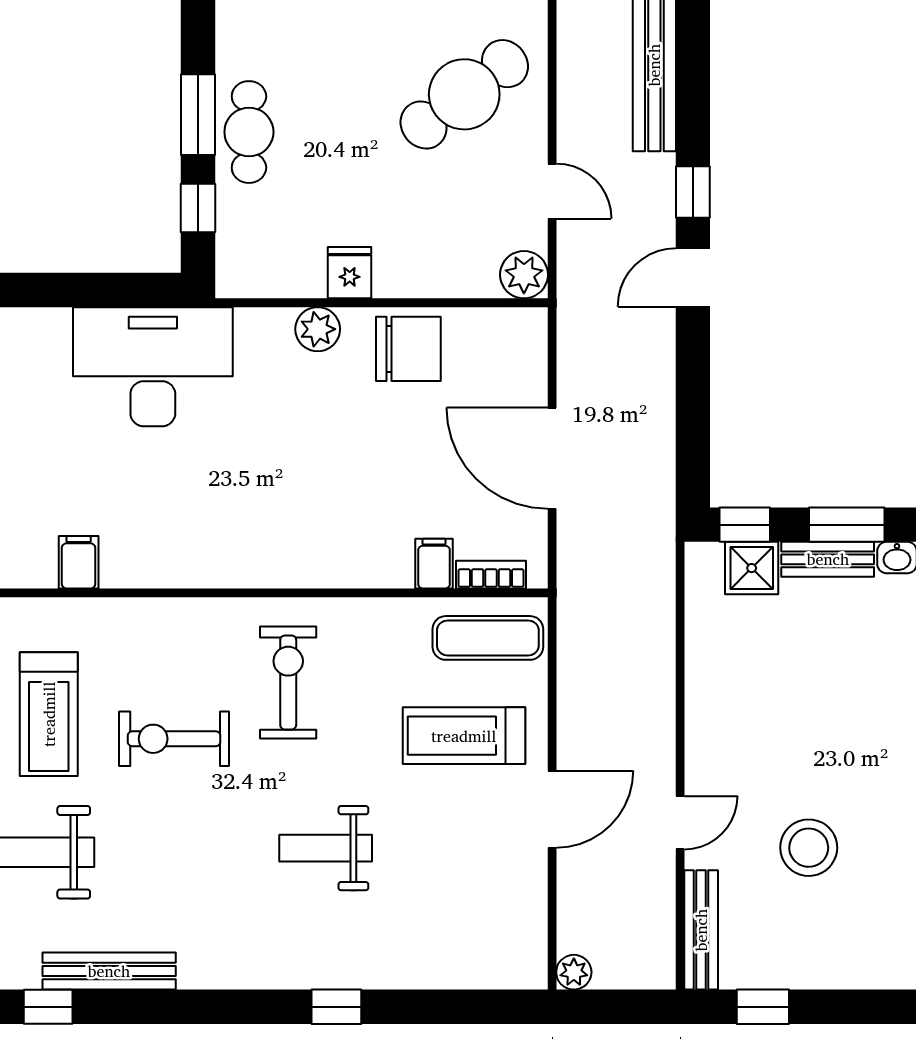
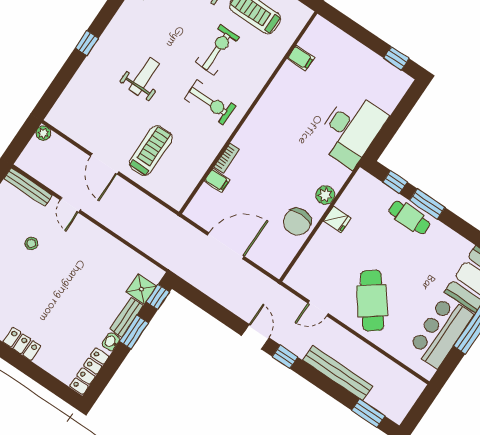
plant: (524, 275) -> (296, 279), removed
bookcase: (491, 575) -> (227, 158), moved
exercise mat: (488, 638) -> (179, 182), removed
stool: (809, 848) -> (31, 243), width x0.53, depth x0.53

